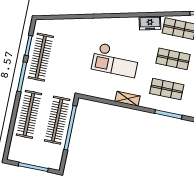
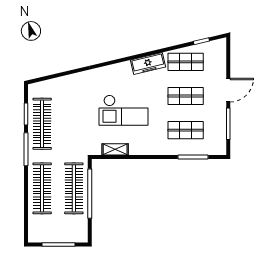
freezer: (150, 23) -> (148, 64), width x1.40
shelving: (127, 99) -> (115, 149), moved

